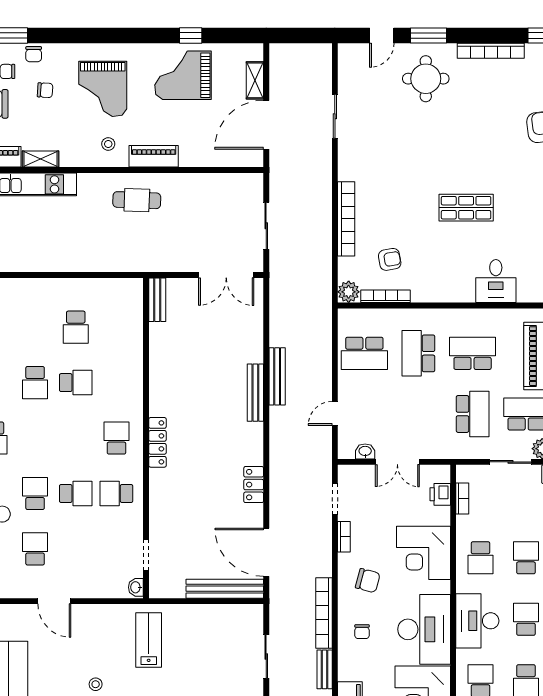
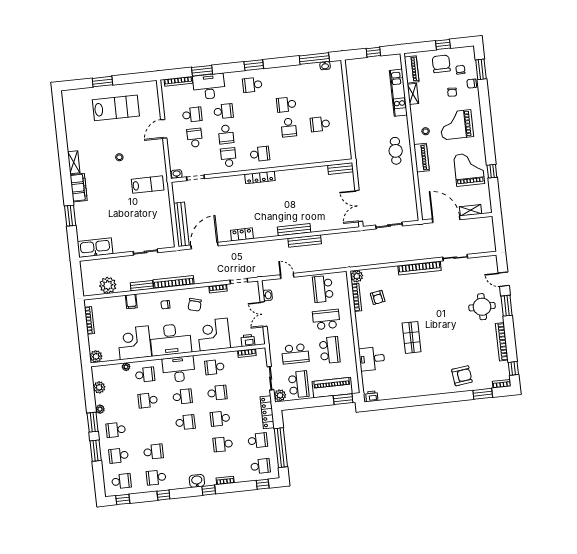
bookcase: (346, 219) -> (420, 268), moved
school desk: (76, 549) -> (195, 138), added

